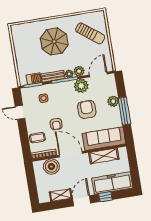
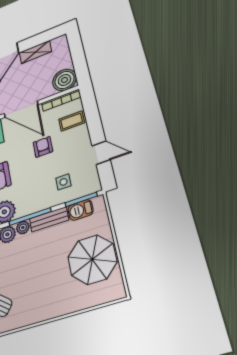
parasol: (54, 41) -> (92, 260), moved
boiler: (51, 167) -> (64, 80), moved

